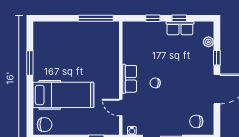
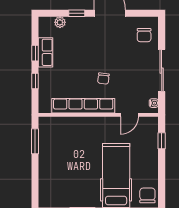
window: (96, 18) -> (35, 141), width x0.69
row of seats: (129, 79) -> (83, 106), width x2.02

